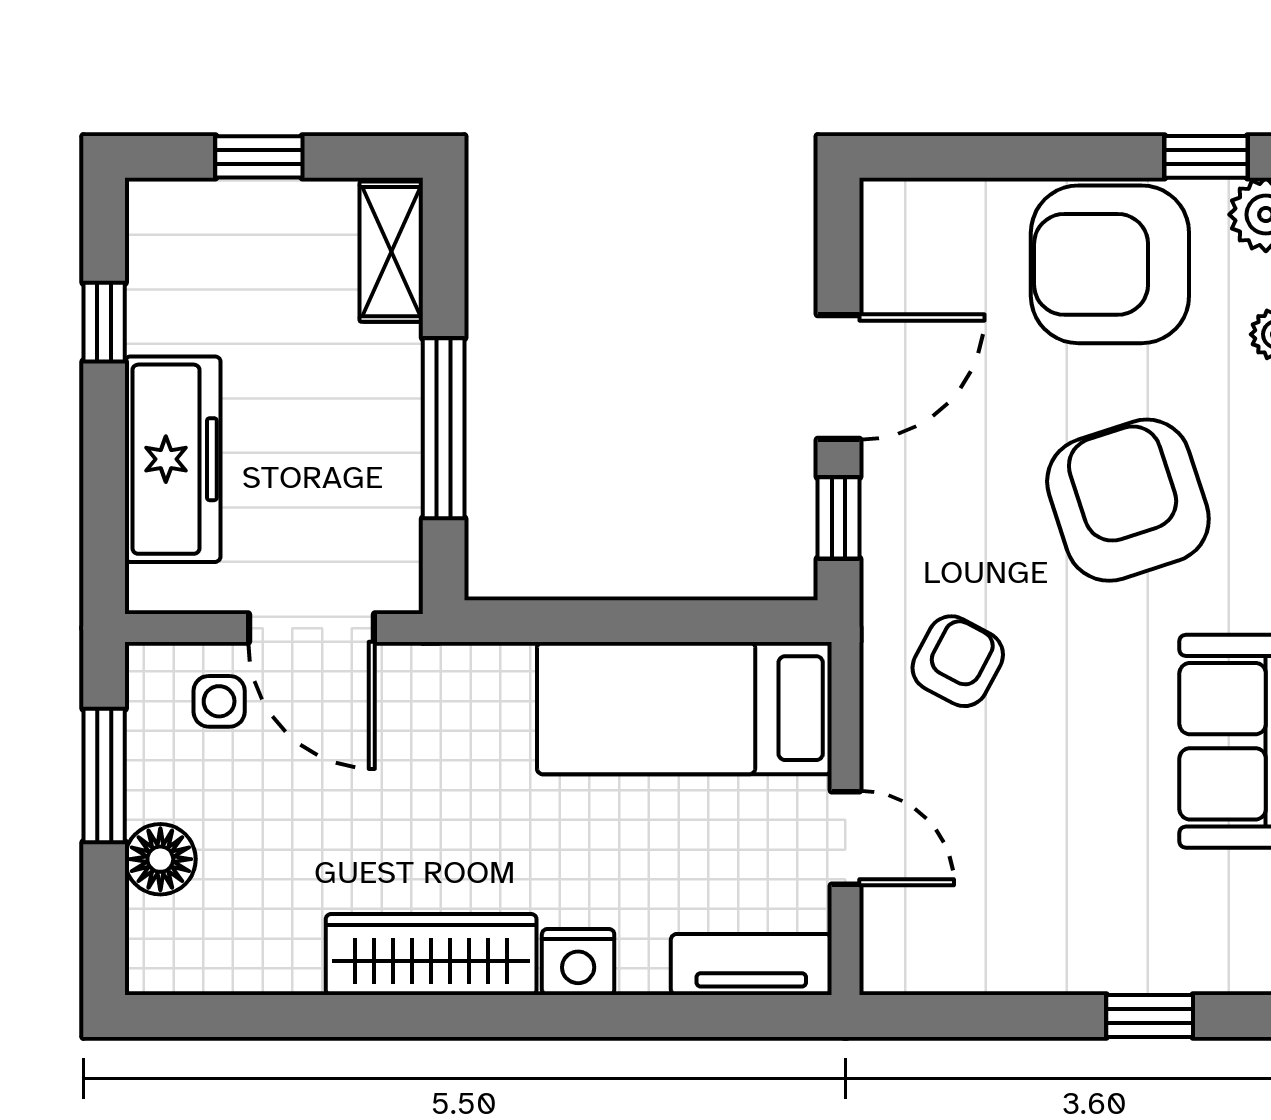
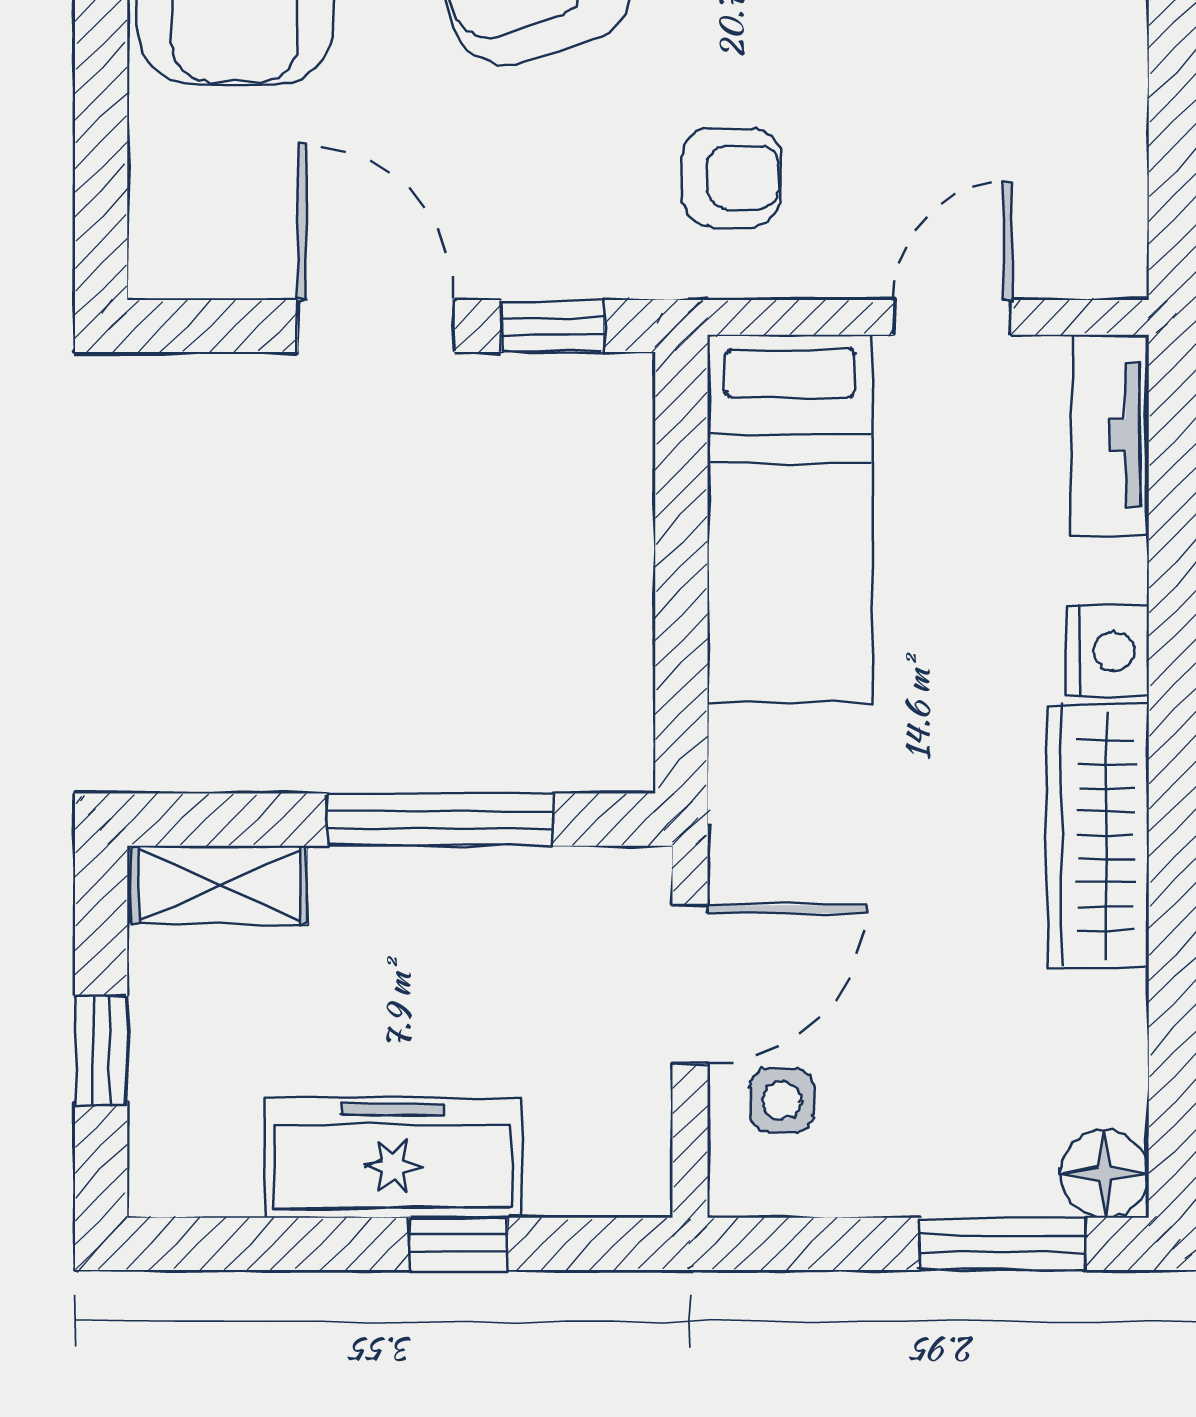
window: (104, 322) -> (458, 1244), moved
freezer: (173, 459) -> (393, 1158), moved
armchair: (958, 661) -> (731, 177), turned 152
window: (104, 776) -> (1003, 1244), moved
floor lamp: (160, 859) -> (1105, 1174), moved

